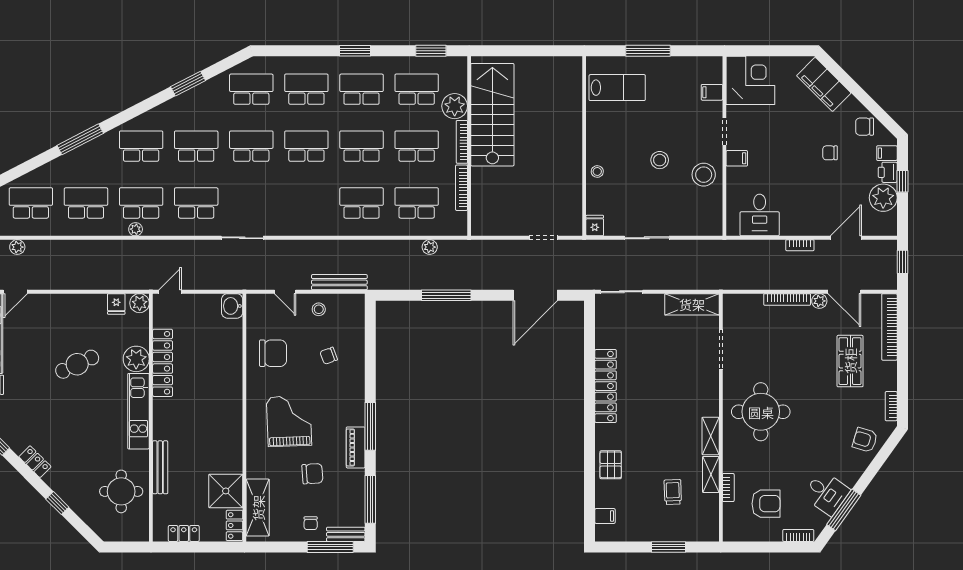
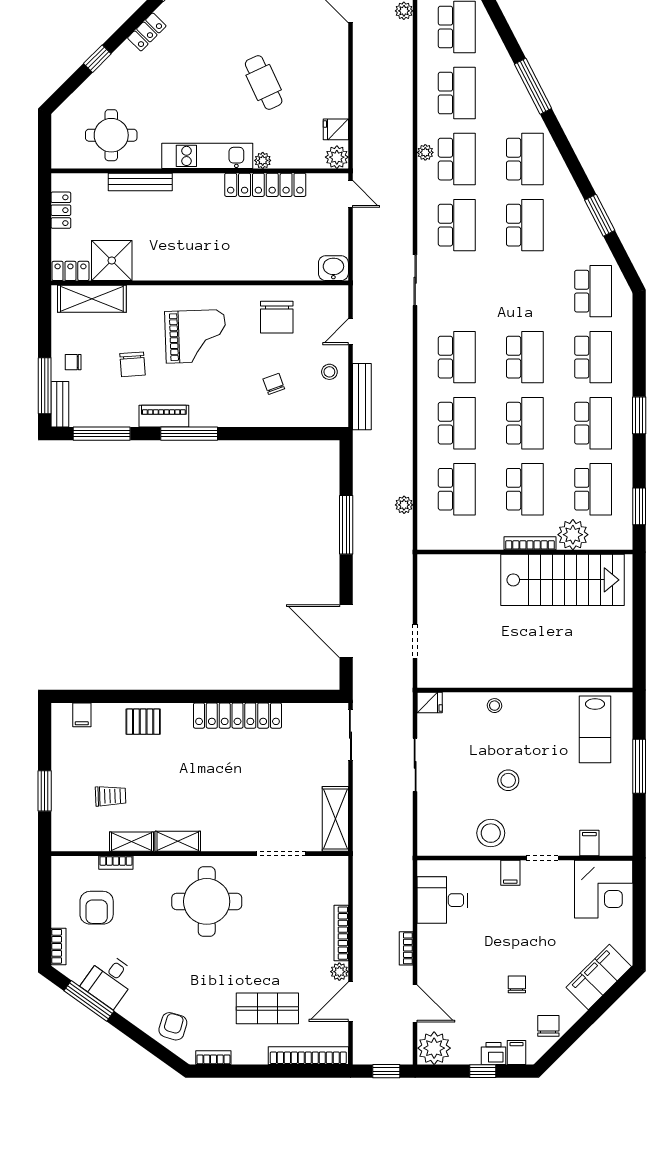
school desk: (251, 146) -> (457, 357), moved
bookcase: (461, 188) -> (475, 543), removed
plant: (883, 198) -> (434, 1048), moved
plant: (136, 359) -> (263, 160), width x0.53, depth x0.53

